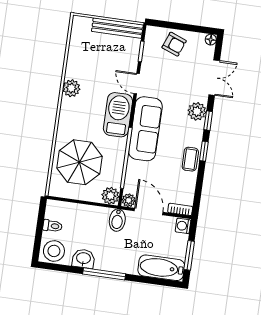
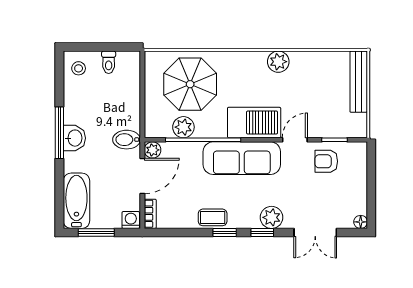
bench: (117, 28) -> (359, 82), moved
armchair: (174, 44) -> (326, 161), moved, turned 69
plant: (110, 196) -> (183, 127), moved
stool: (54, 251) -> (79, 68), width x0.53, depth x0.53
washbasin: (83, 259) -> (74, 138), moved

